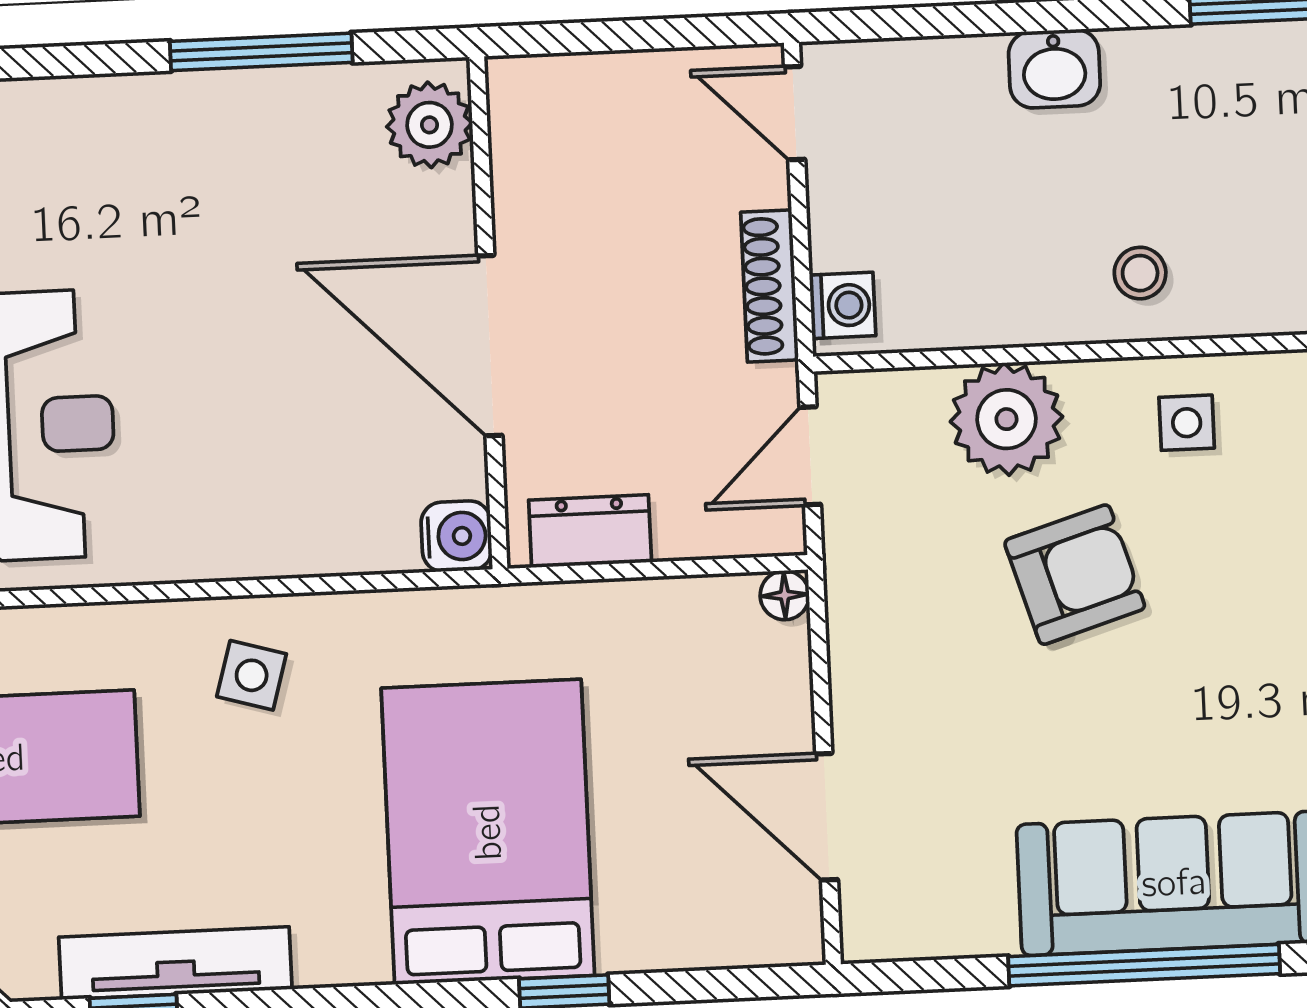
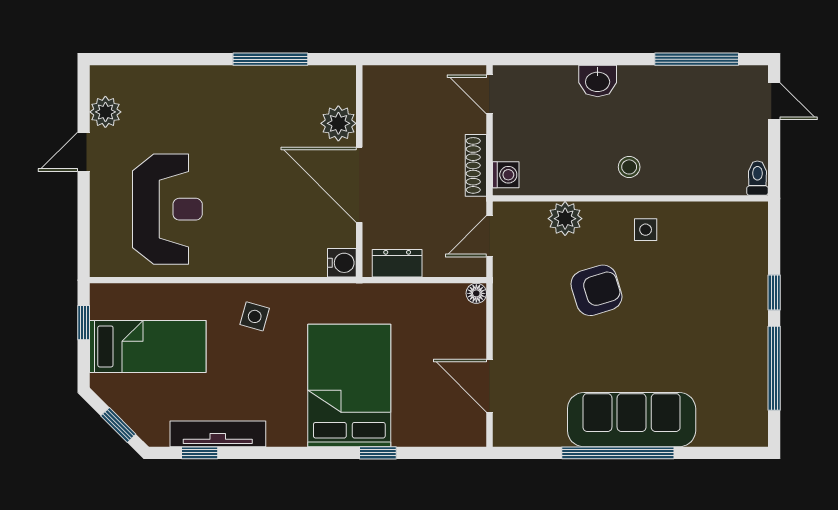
plant: (429, 125) -> (338, 123), moved
plant: (1007, 419) -> (565, 219), width x0.73, depth x0.73

